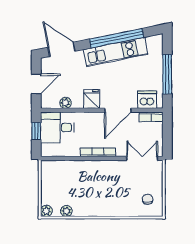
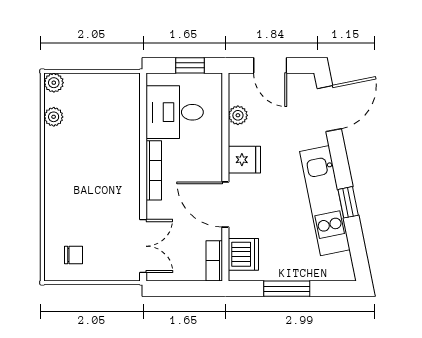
window: (117, 38) -> (348, 202), width x0.32
window: (167, 74) -> (287, 289), width x0.69
desk: (57, 128) -> (175, 112), moved, turned -90

